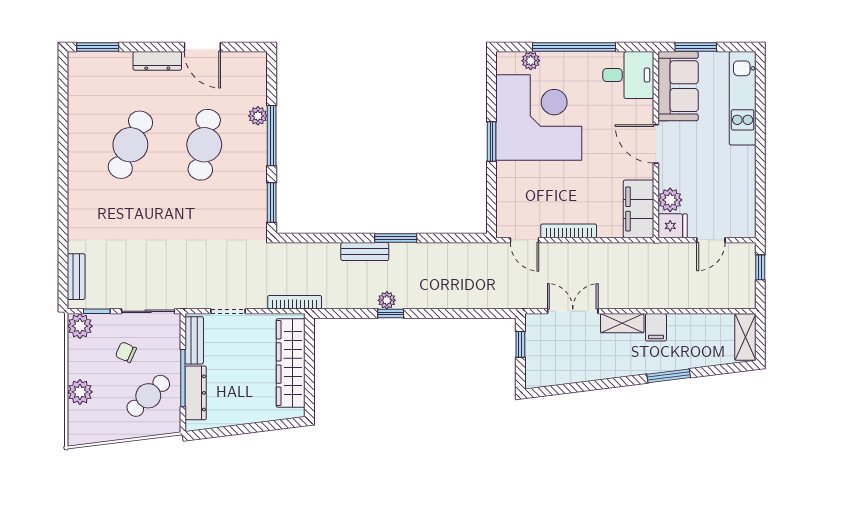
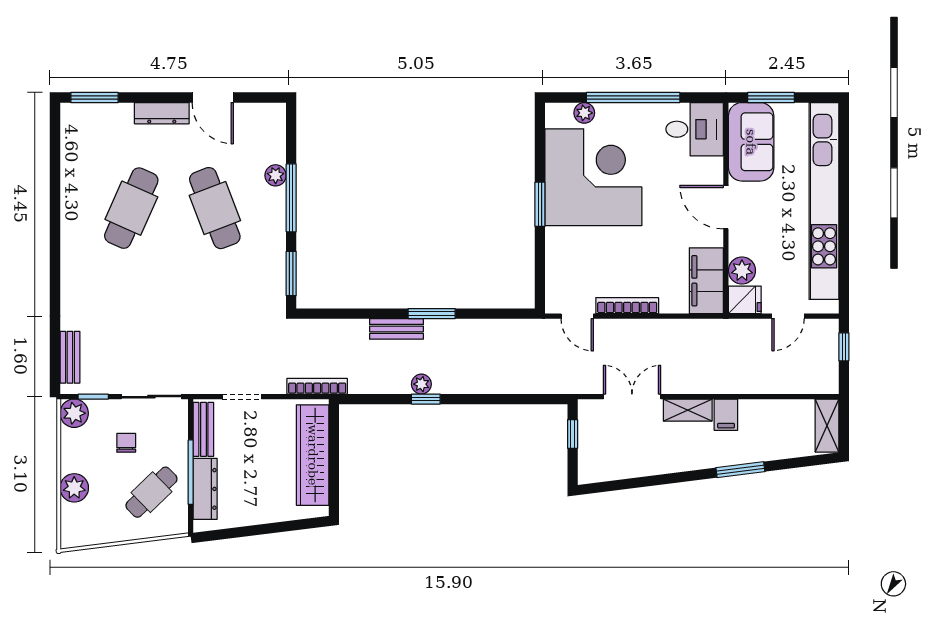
kitchen unit: (743, 98) -> (824, 201), width x1.86
cafe table: (204, 145) -> (215, 208), turned -30
chair: (126, 352) -> (126, 443), turned 66

